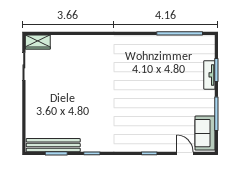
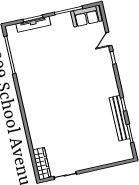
wardrobe: (38, 42) -> (42, 164), width x1.50
tv unit: (209, 75) -> (33, 24), width x1.41
bench: (53, 145) -> (120, 118), moved
door: (185, 153) -> (109, 39), moved

